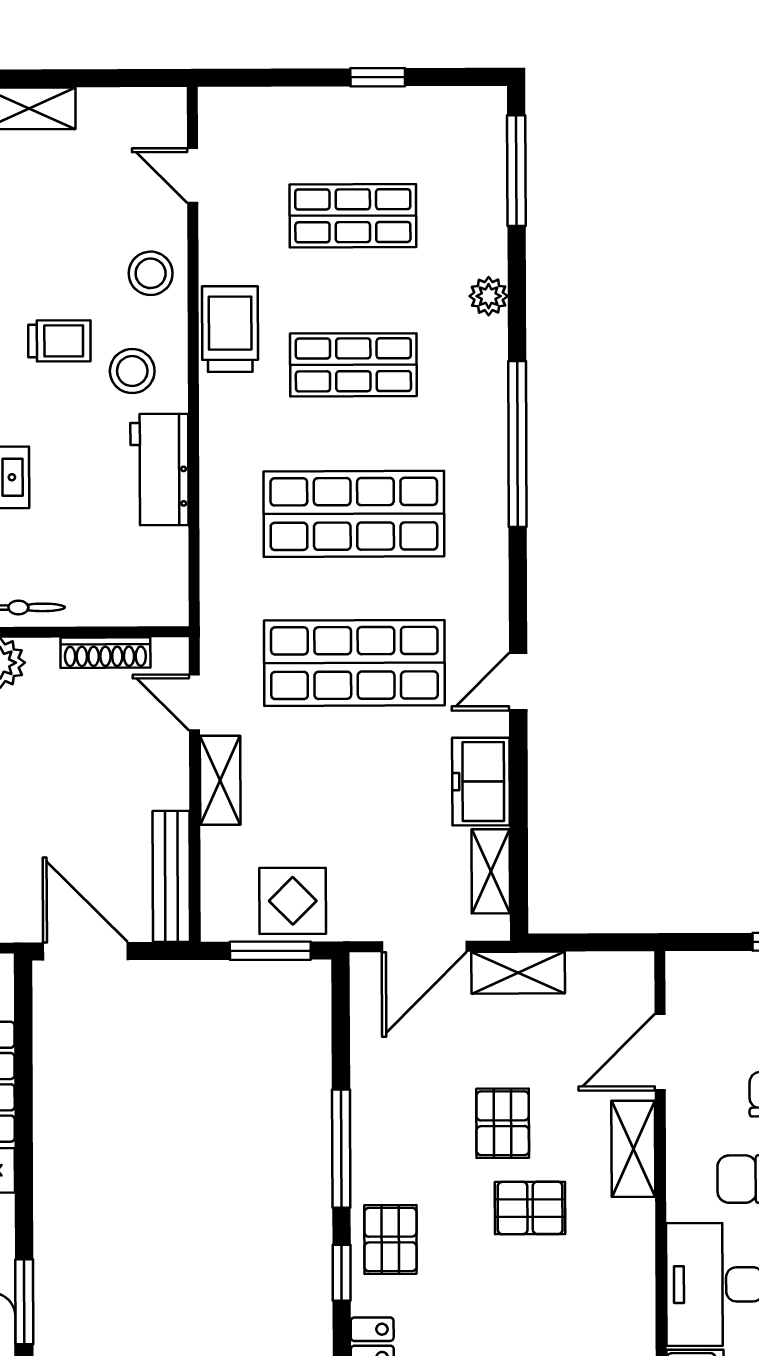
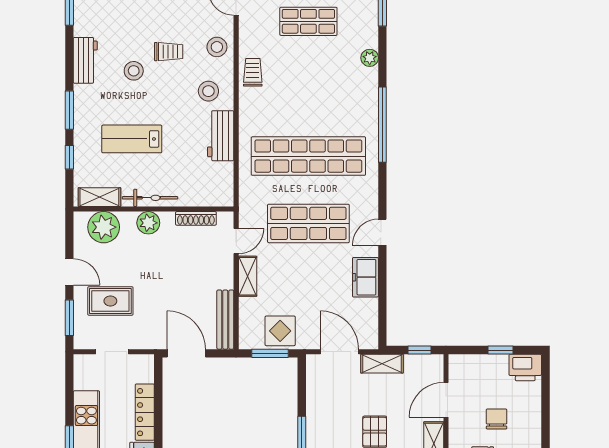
trolley: (230, 329) -> (253, 72), width x0.73, depth x0.72
trolley: (59, 341) -> (169, 52), moved
shop shelf: (353, 365) -> (308, 89), removed
shop shelf: (354, 514) -> (308, 156), width x1.40
door: (194, 702) -> (236, 241), swing flipped
shelving: (491, 871) -> (370, 318), removed
window: (601, 942) -> (420, 350), added
door: (424, 947) -> (340, 352), swing flipped

